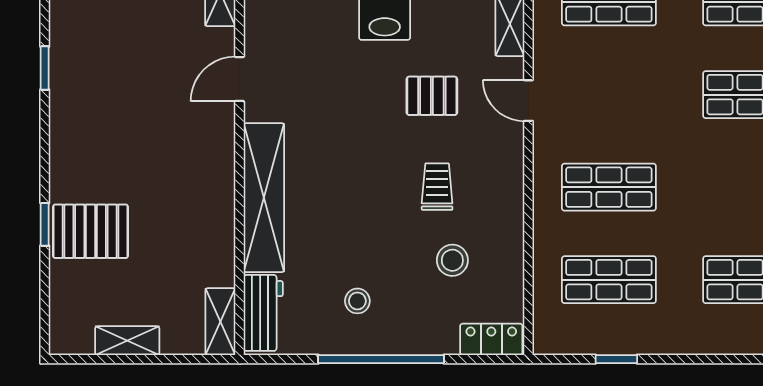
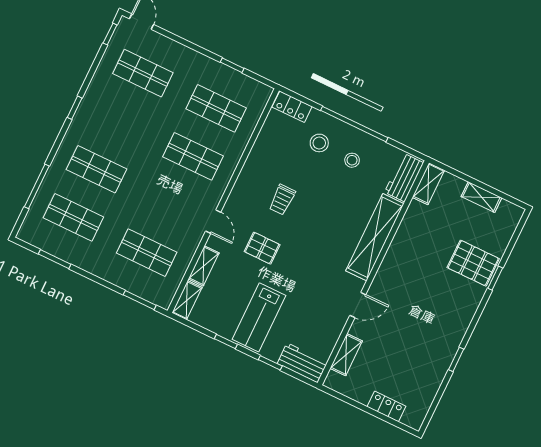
stool: (452, 260) -> (319, 143), moved

